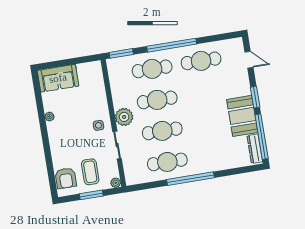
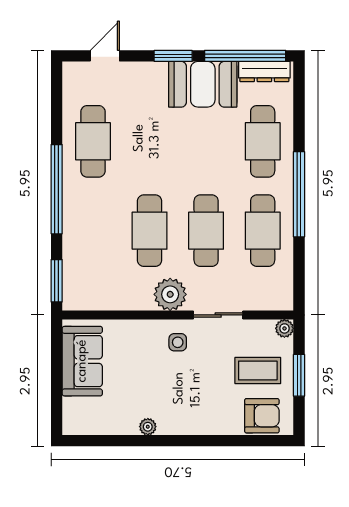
cafe table: (152, 69) -> (263, 141), moved
sofa: (58, 78) -> (82, 361), moved

